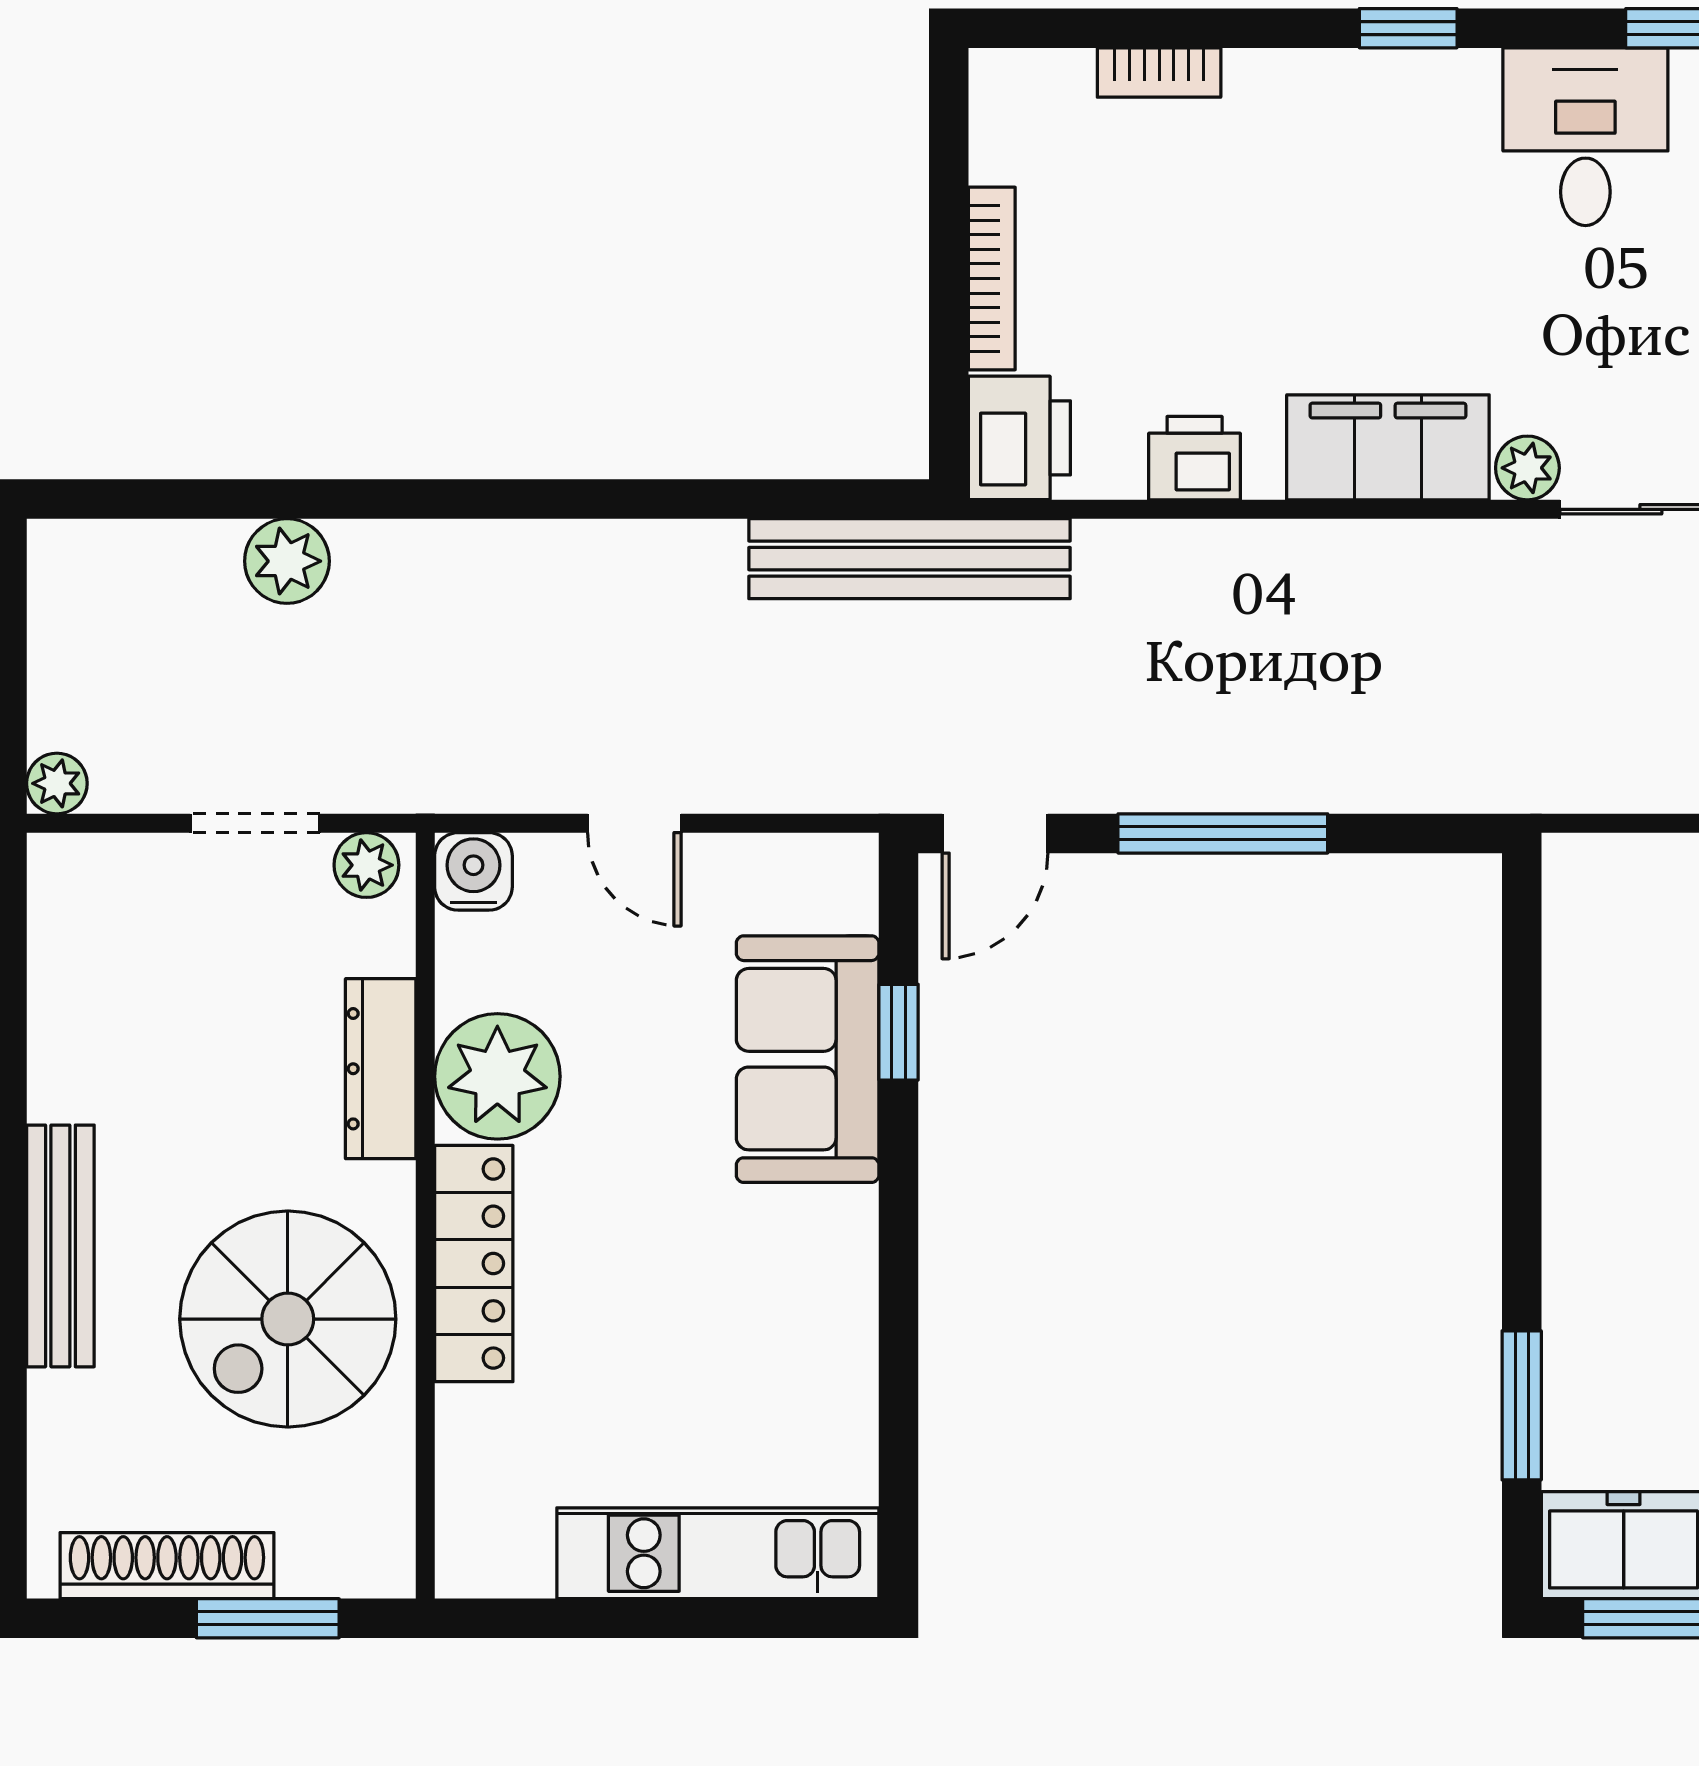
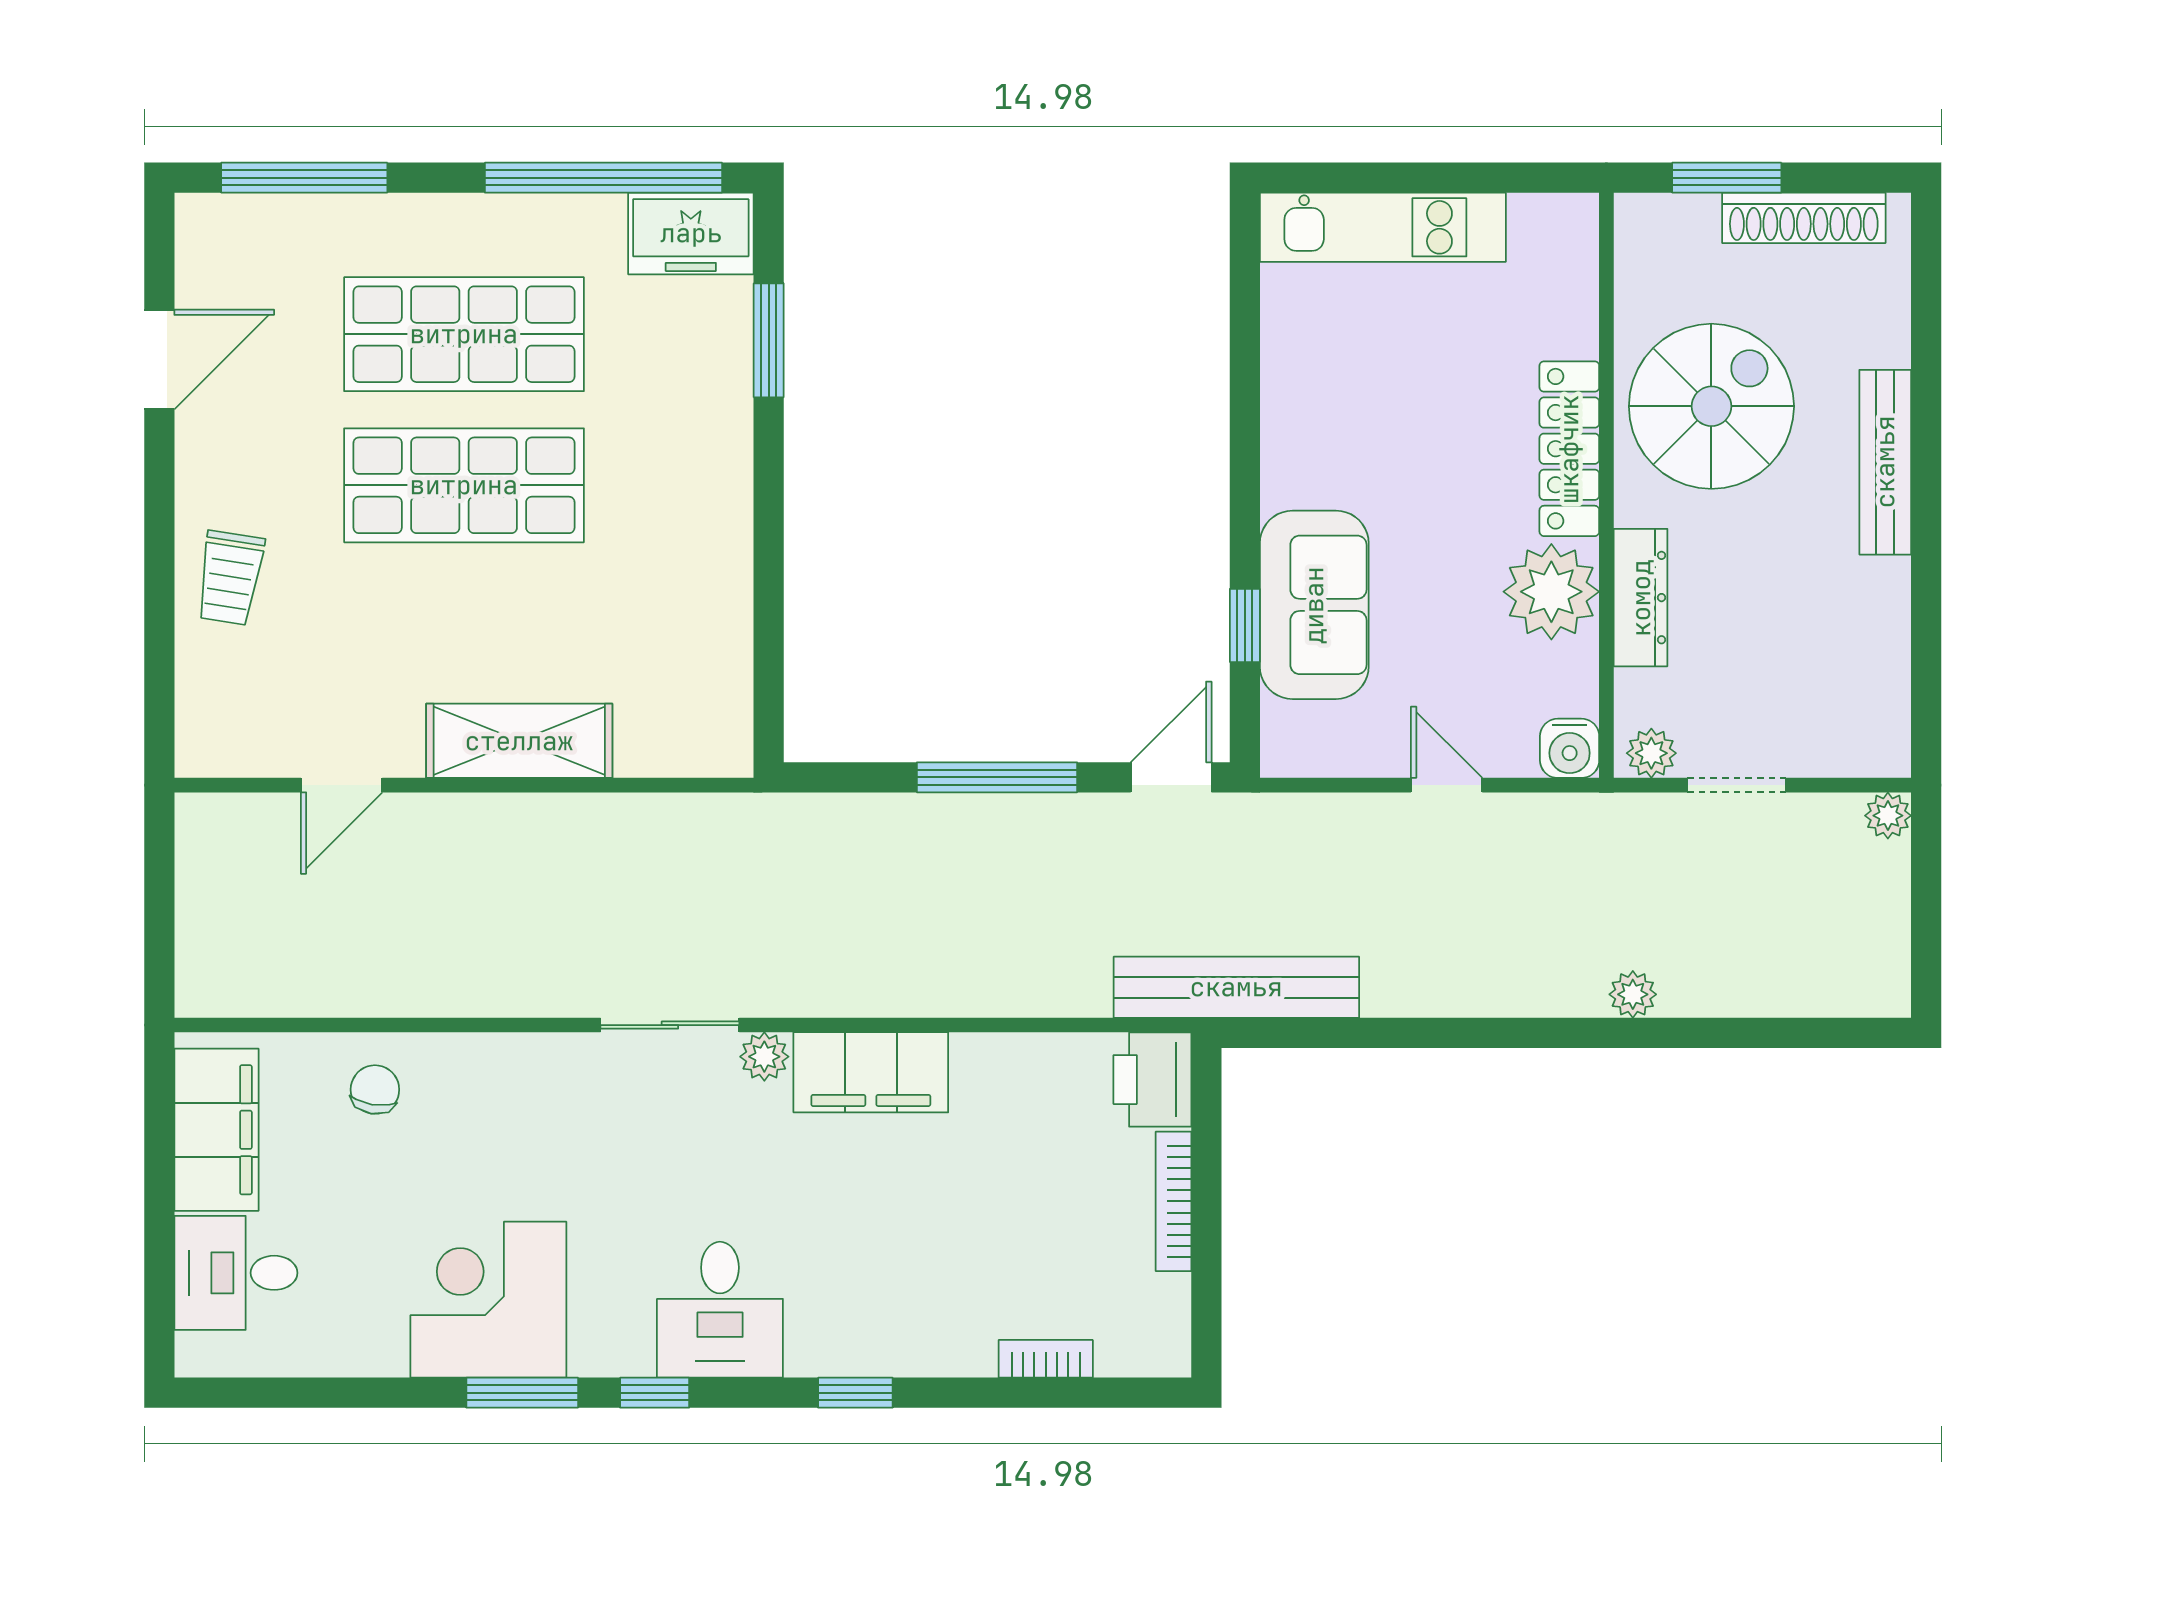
printer: (1195, 458) -> (1019, 1064), removed
plant: (287, 561) -> (1633, 994), moved, width x0.73, depth x0.73

